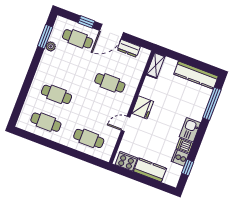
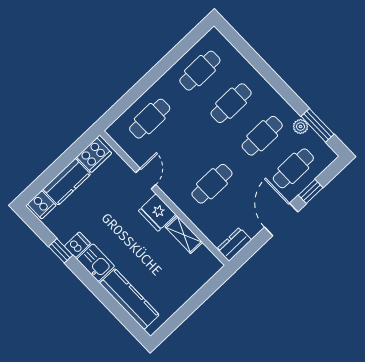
dresser: (129, 48) -> (234, 244), moved
shelving: (156, 65) -> (184, 235), moved
cafe table: (67, 67) -> (262, 136), added
kitchen counter: (196, 75) -> (129, 299), moved, turned 90
window: (212, 104) -> (117, 310), removed
cooker: (180, 158) -> (42, 205), moved, turned 90
window: (188, 168) -> (61, 251), moved

